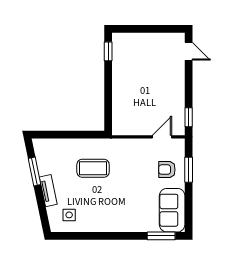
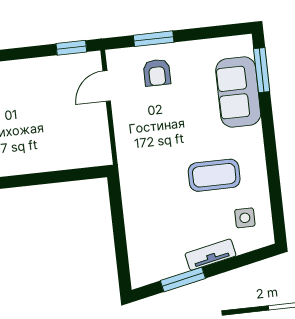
door: (162, 137) -> (107, 86), hinge flipped
coffee table: (93, 168) -> (214, 175), moved, turned 90
sofa: (172, 210) -> (238, 92), moved, turned 90

